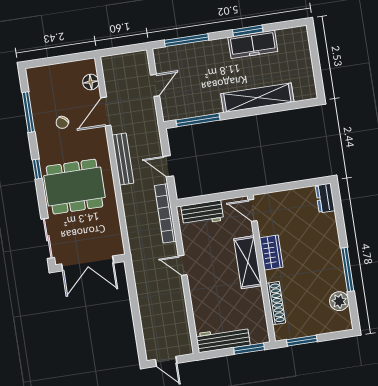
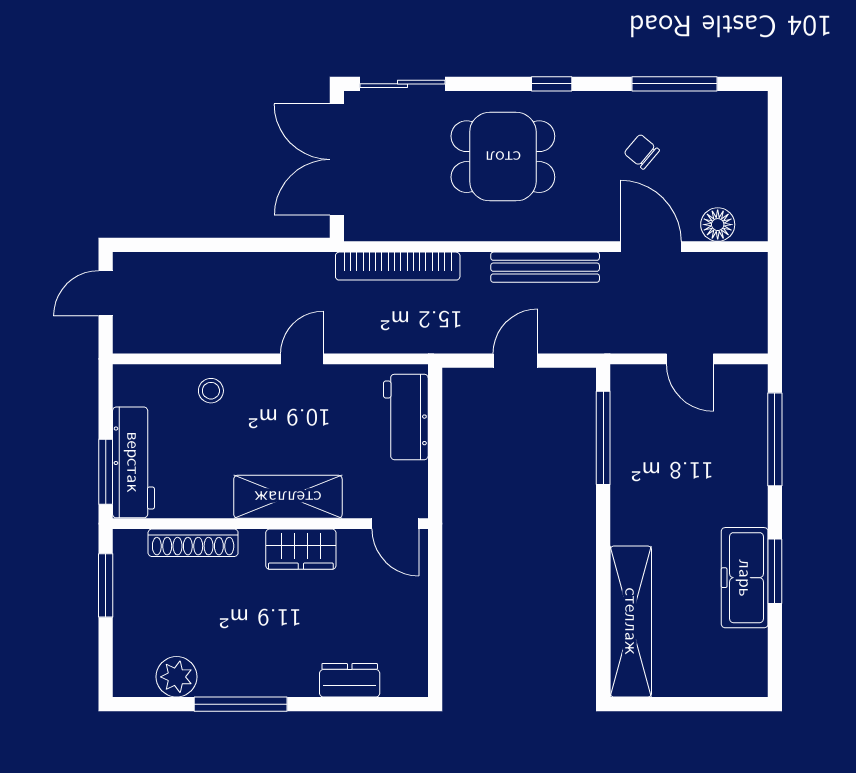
shelving: (257, 98) -> (631, 621), moved
dining table: (74, 187) -> (503, 157), width x0.73
dresser: (325, 198) -> (350, 680), moved
door: (253, 210) -> (395, 524), swing flipped
bookcase: (165, 213) -> (398, 266), moved, turned 180
stool: (204, 306) -> (211, 391), added
workbench: (223, 339) -> (133, 462), moved

